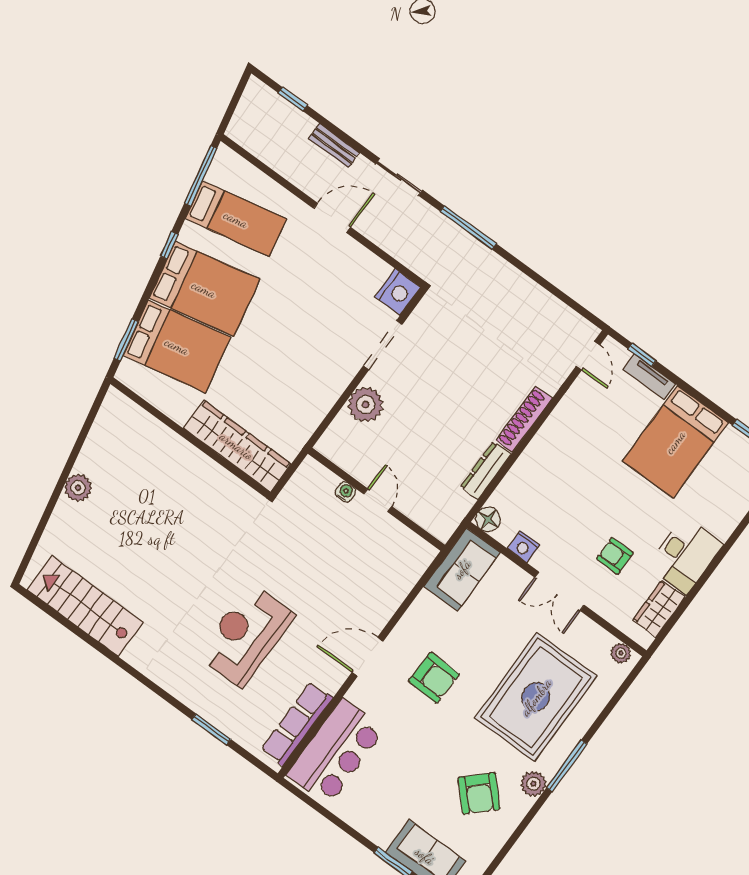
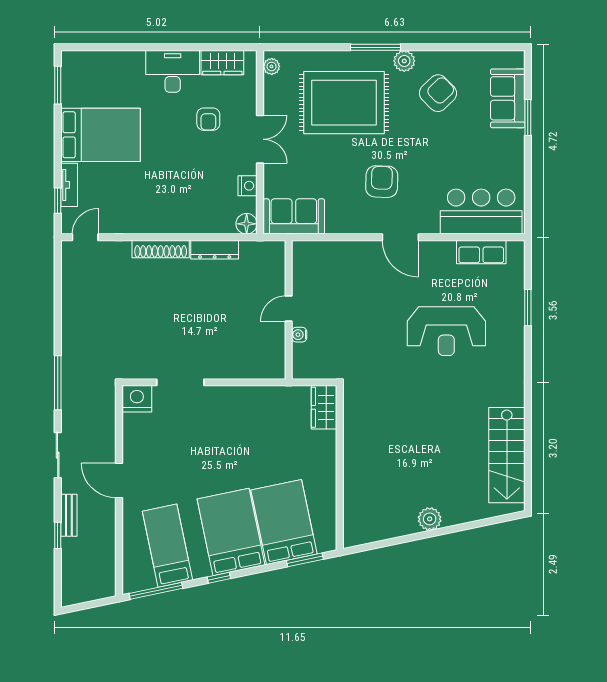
window: (293, 99) -> (58, 535), moved
plant: (366, 405) -> (230, 364), removed
wardrobe: (237, 446) -> (324, 407), width x0.48, depth x0.85
row of seats: (297, 724) -> (481, 252), width x0.68

